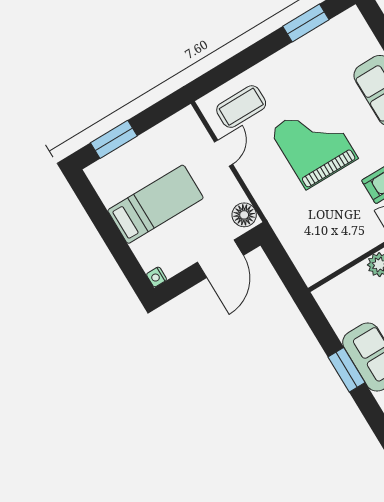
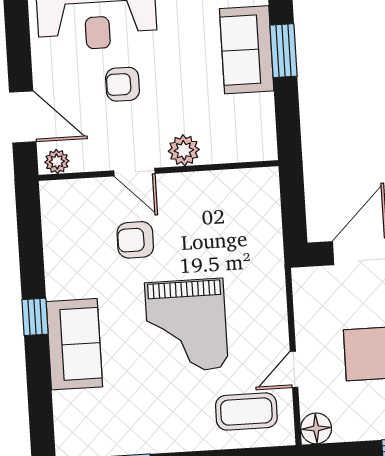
floor lamp: (244, 215) -> (316, 428), moved

